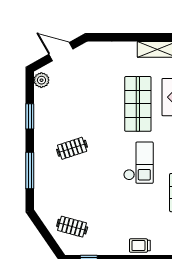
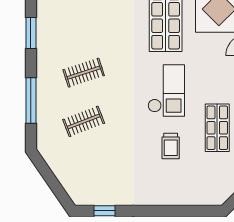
clothes rail: (72, 227) -> (84, 121), moved, turned -36
trolley: (140, 246) -> (171, 146), moved, turned -90

